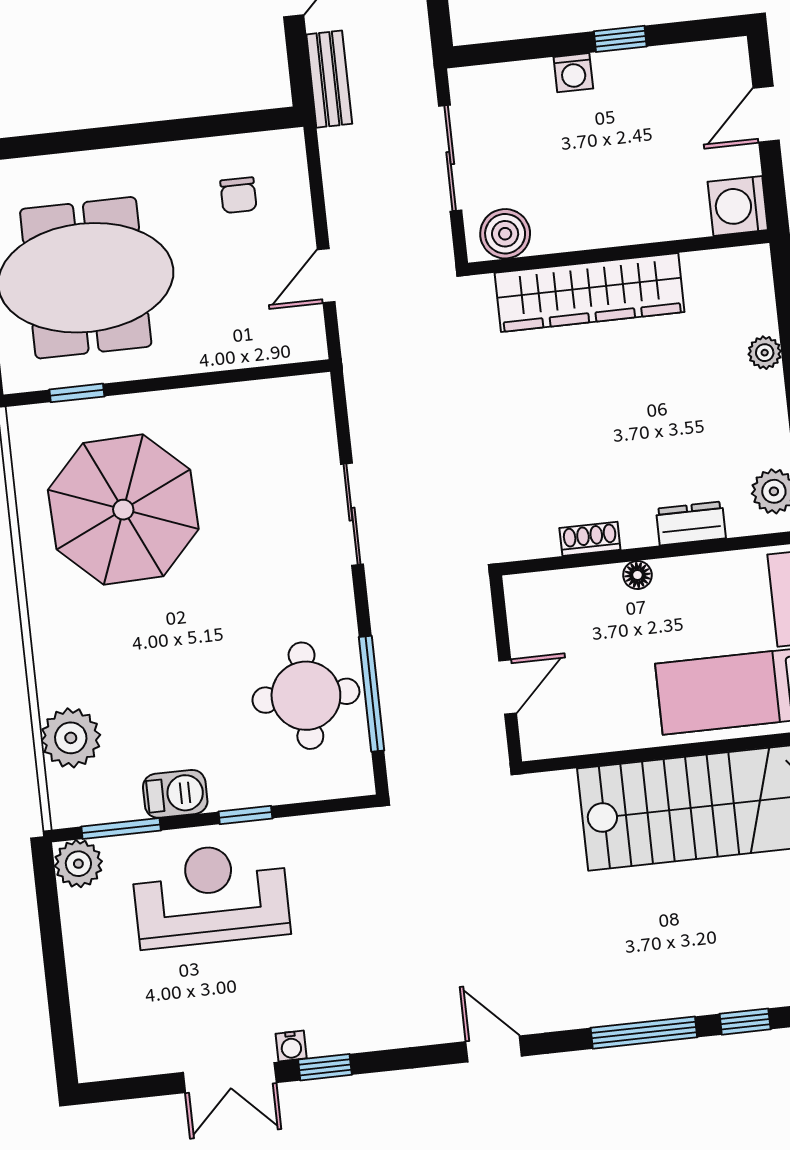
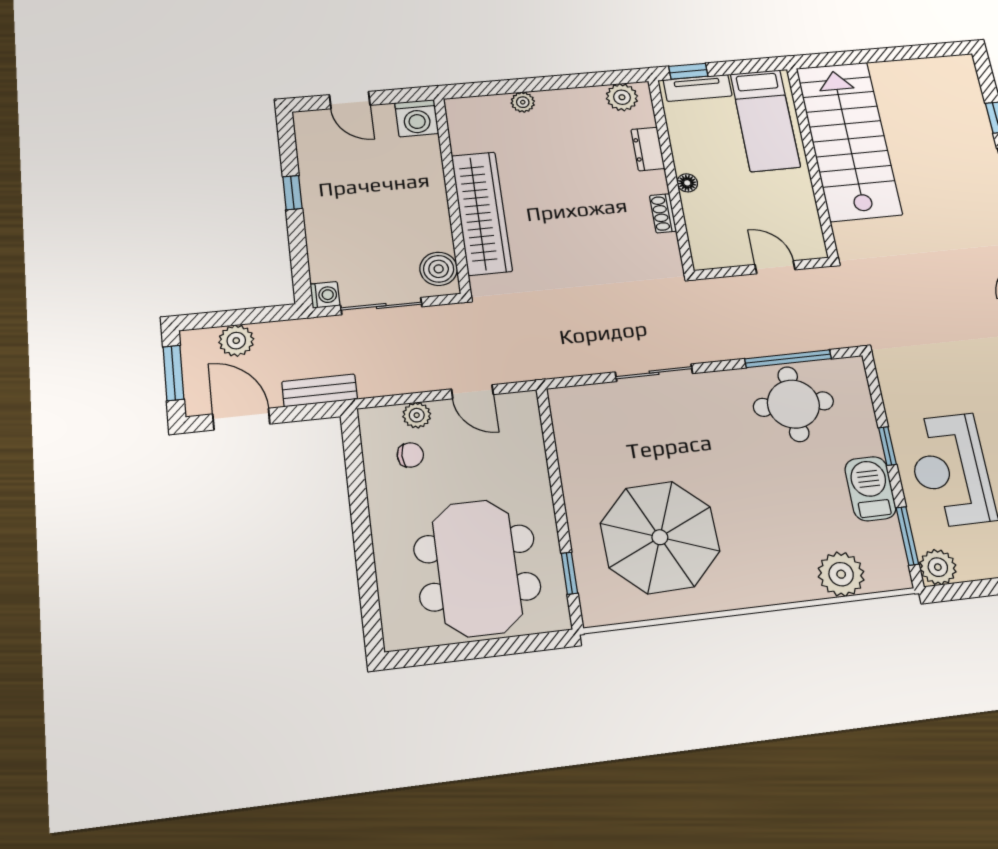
washing machine: (573, 73) -> (325, 295), moved
plant: (294, 204) -> (417, 415), added
barbecue: (175, 794) -> (870, 489), width x1.38, depth x1.27

